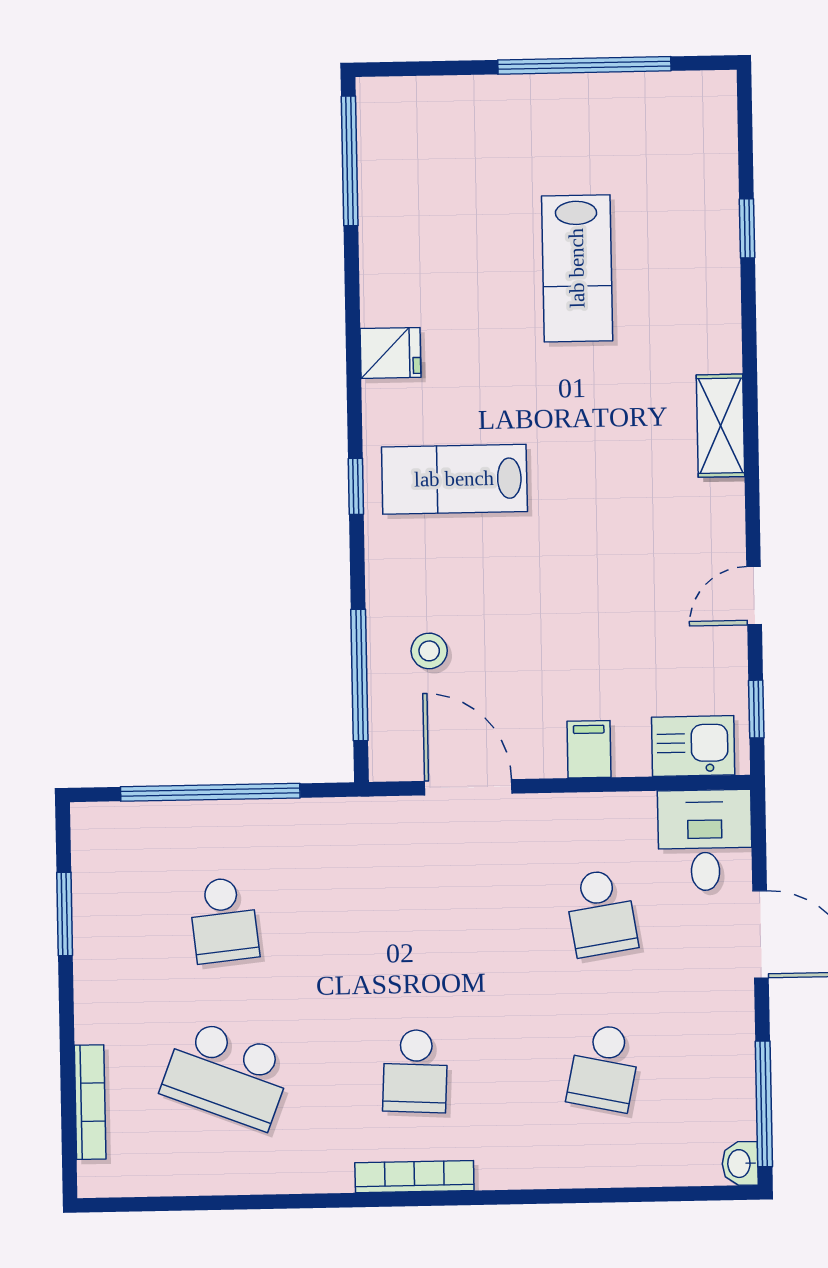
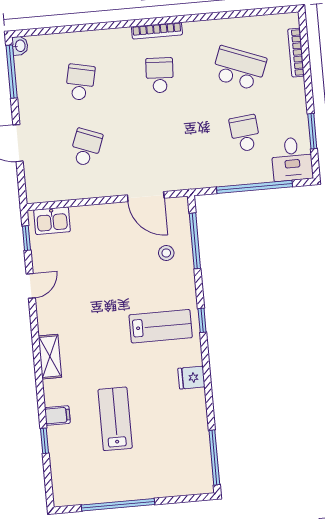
filing cabinet: (589, 749) -> (57, 415), moved, turned -90
desk: (705, 840) -> (292, 159), moved
school desk: (601, 913) -> (86, 148), turned 30

